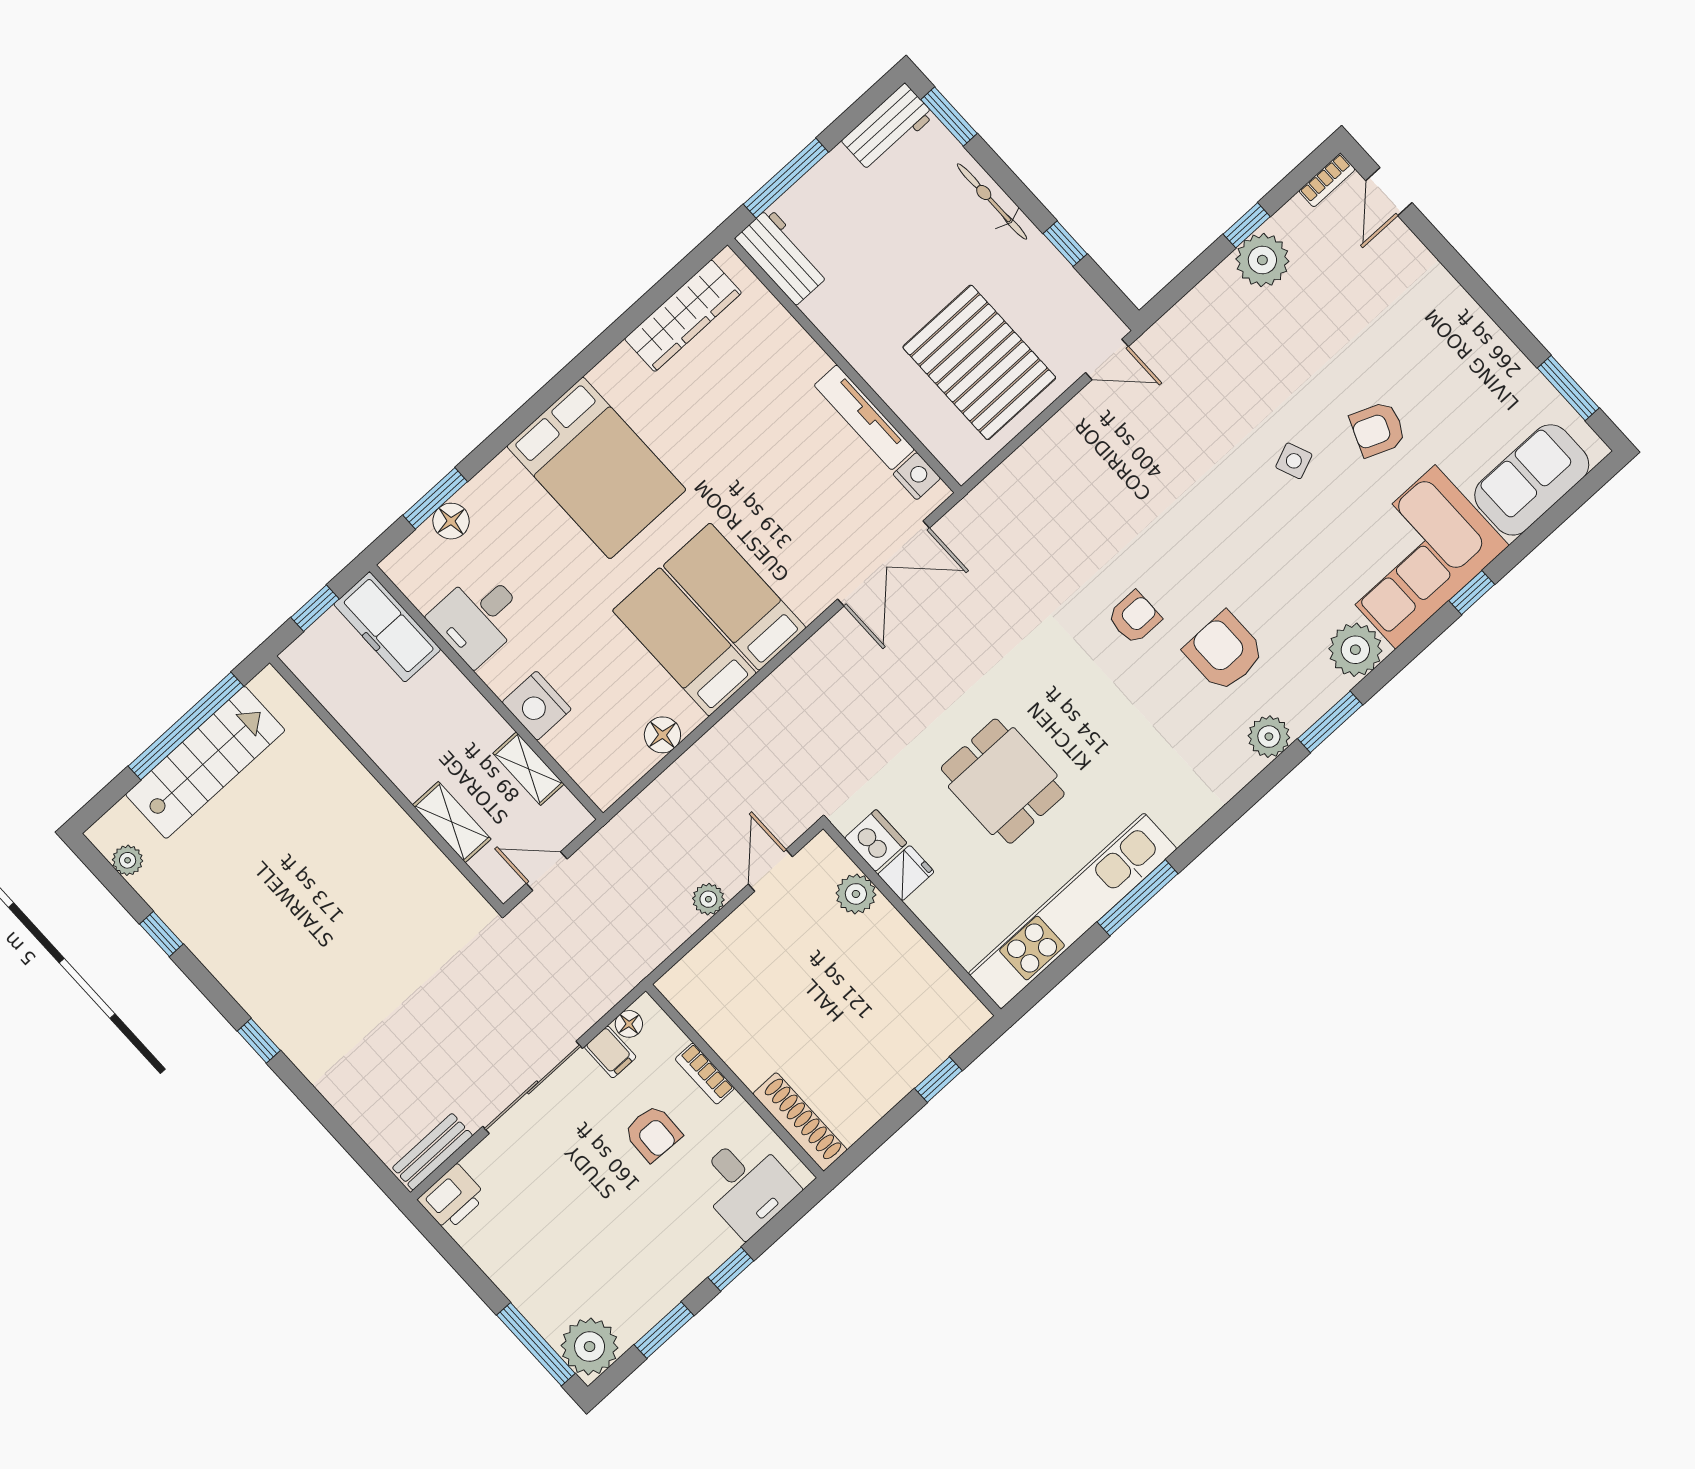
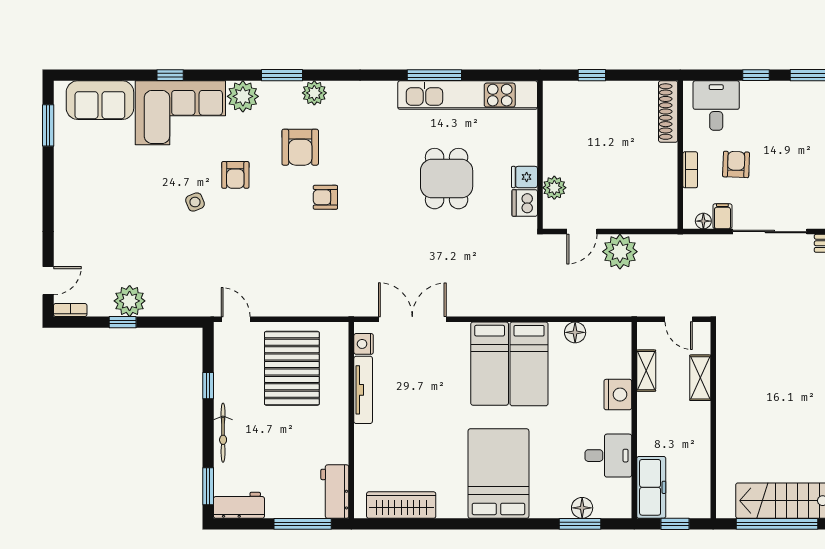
armchair: (1378, 429) -> (235, 175), moved, turned 68
plant: (708, 899) -> (620, 252), width x1.87, depth x1.87

